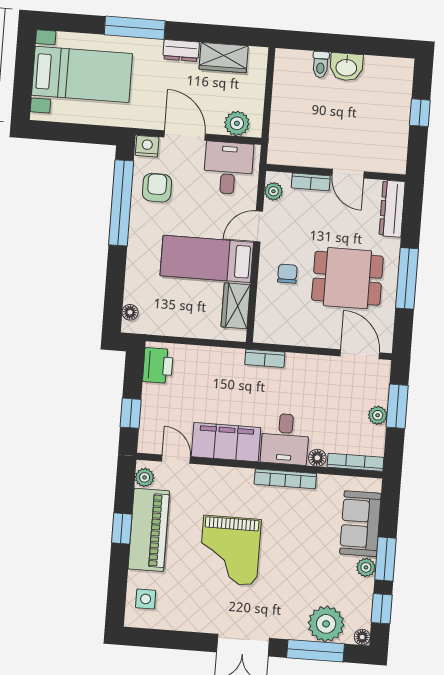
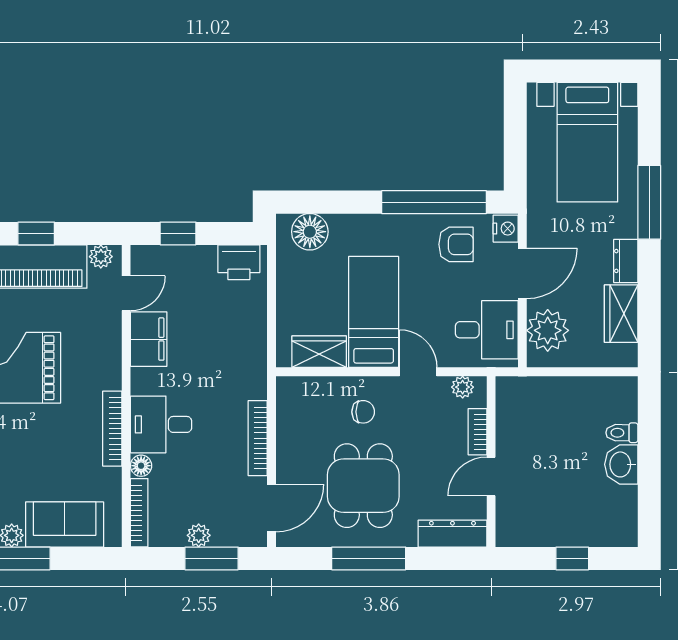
plant: (237, 123) -> (548, 330), width x1.36, depth x1.36
floor lamp: (130, 312) -> (310, 232), width x1.89, depth x1.89
bookcase: (265, 358) -> (258, 438), moved, width x1.56
filing cabinet: (226, 442) -> (149, 339), width x0.67, depth x0.86

